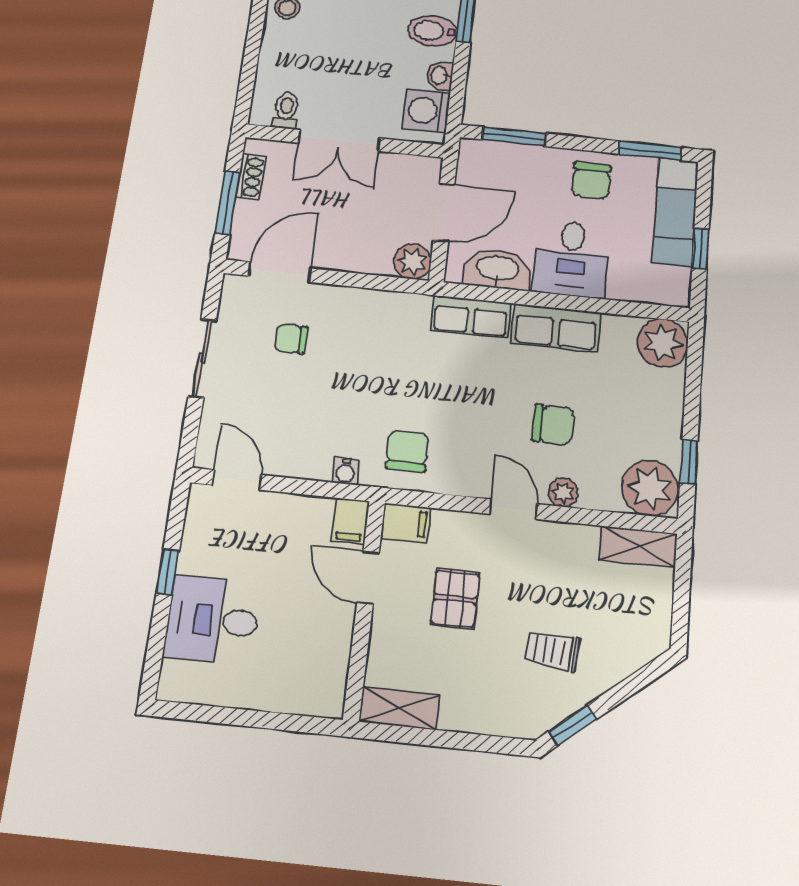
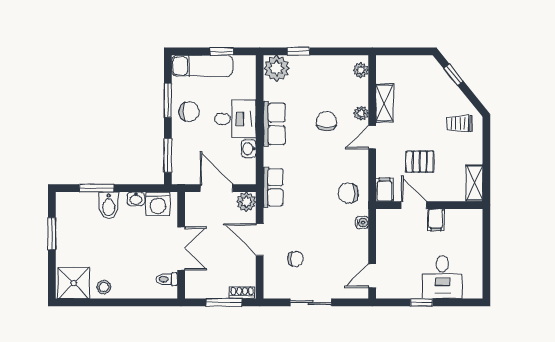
window: (650, 151) -> (168, 100), moved
shoe rack: (250, 177) -> (242, 293), moved
washbasin: (498, 269) -> (249, 149), width x0.52, depth x0.69
door: (280, 272) -> (260, 240), moved
row of seats: (471, 317) -> (273, 187), moved
chair: (291, 339) -> (296, 259), turned -90
window: (689, 462) -> (298, 51), moved
plant: (650, 488) -> (361, 70), width x0.53, depth x0.53
filing cabinet: (350, 521) -> (436, 220), moved, turned 90
shelving: (638, 547) -> (384, 103), moved
door: (368, 578) -> (414, 205), swing flipped
trolley: (552, 651) -> (459, 123), moved, turned 85
window: (572, 725) -> (453, 75), moved

